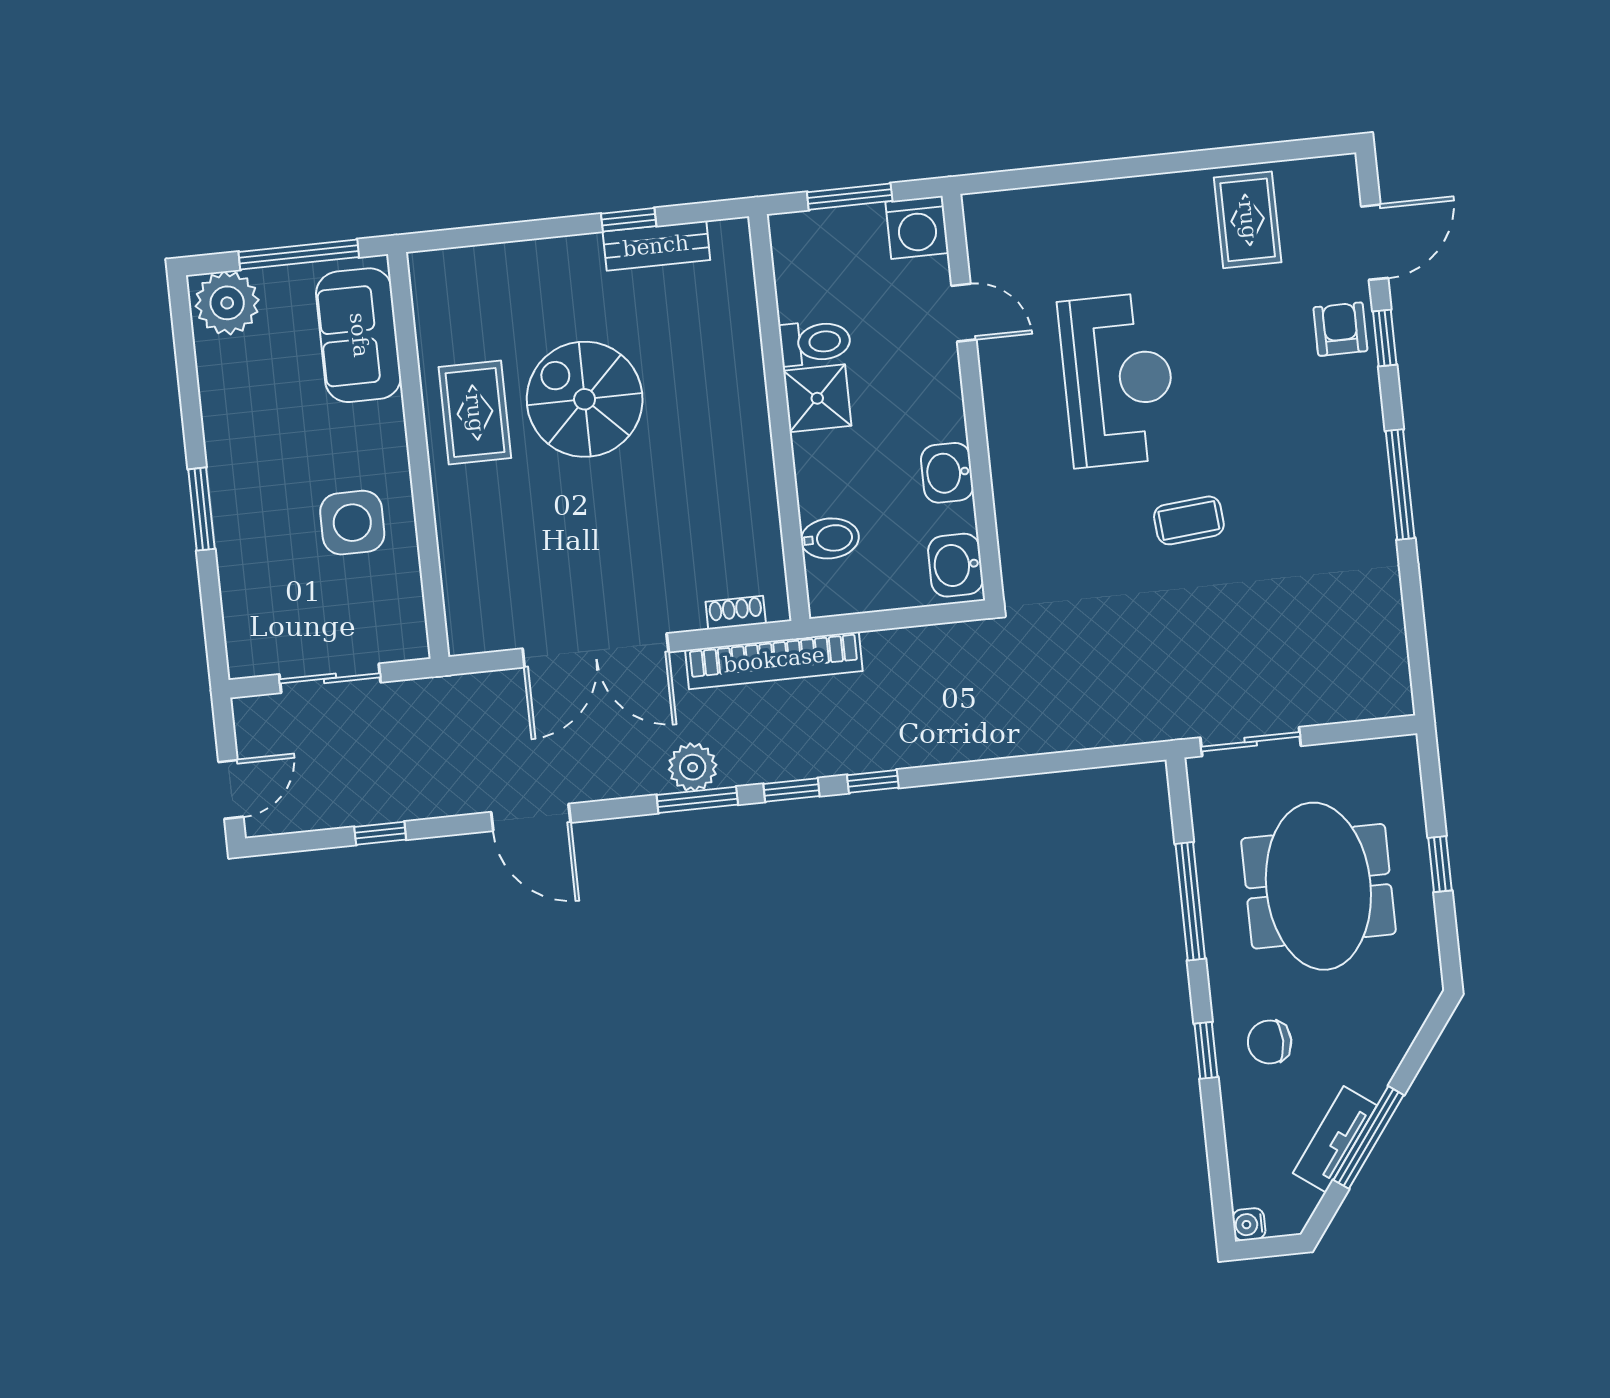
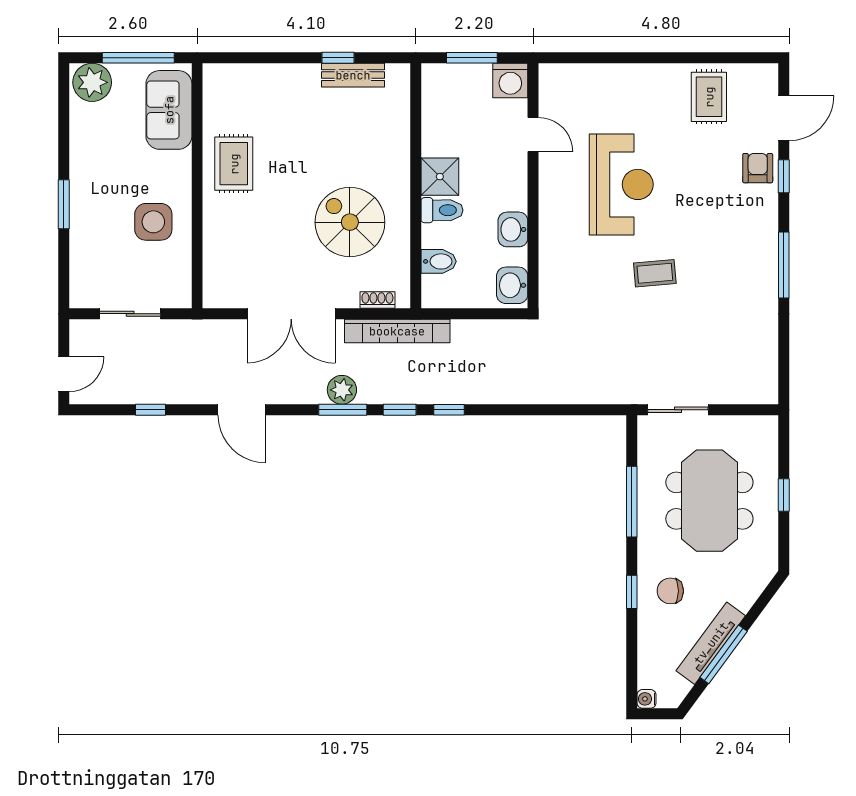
toilet: (815, 342) -> (442, 210), moved
spiral stairs: (585, 399) -> (350, 222), moved
tv unit: (1335, 1139) -> (711, 643), width x1.41

